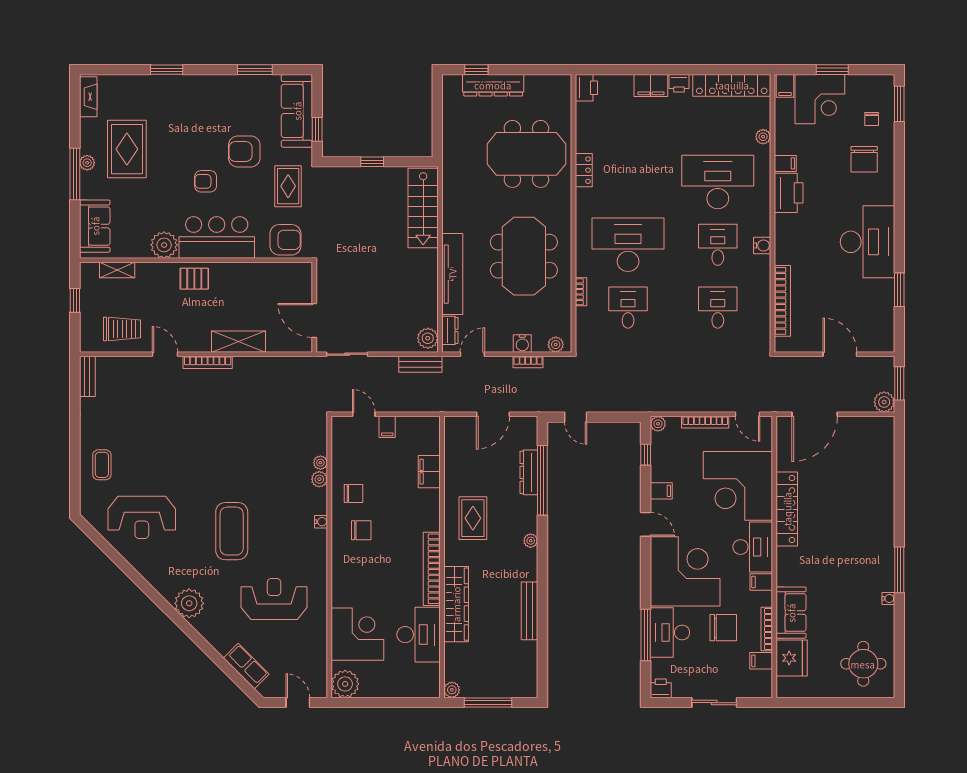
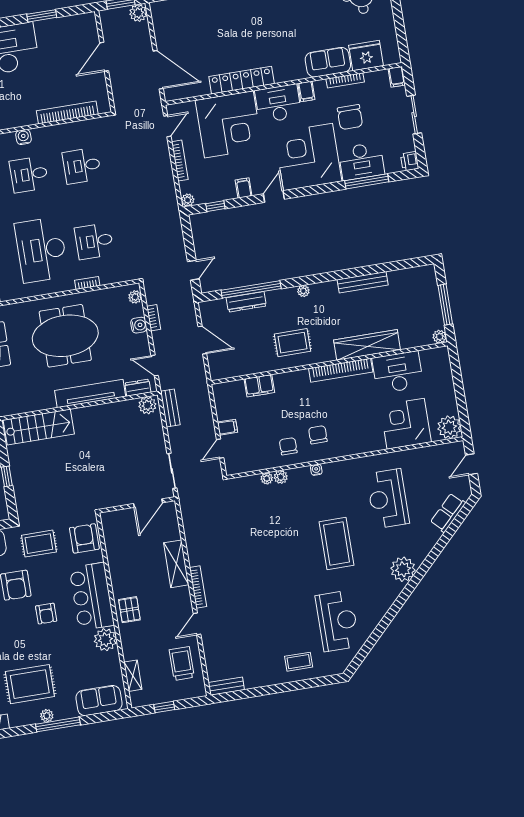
coffee table: (232, 531) -> (336, 544), turned 90
chair: (723, 628) -> (350, 117), turned 180
filing cabinet: (761, 661) -> (397, 77), moved

